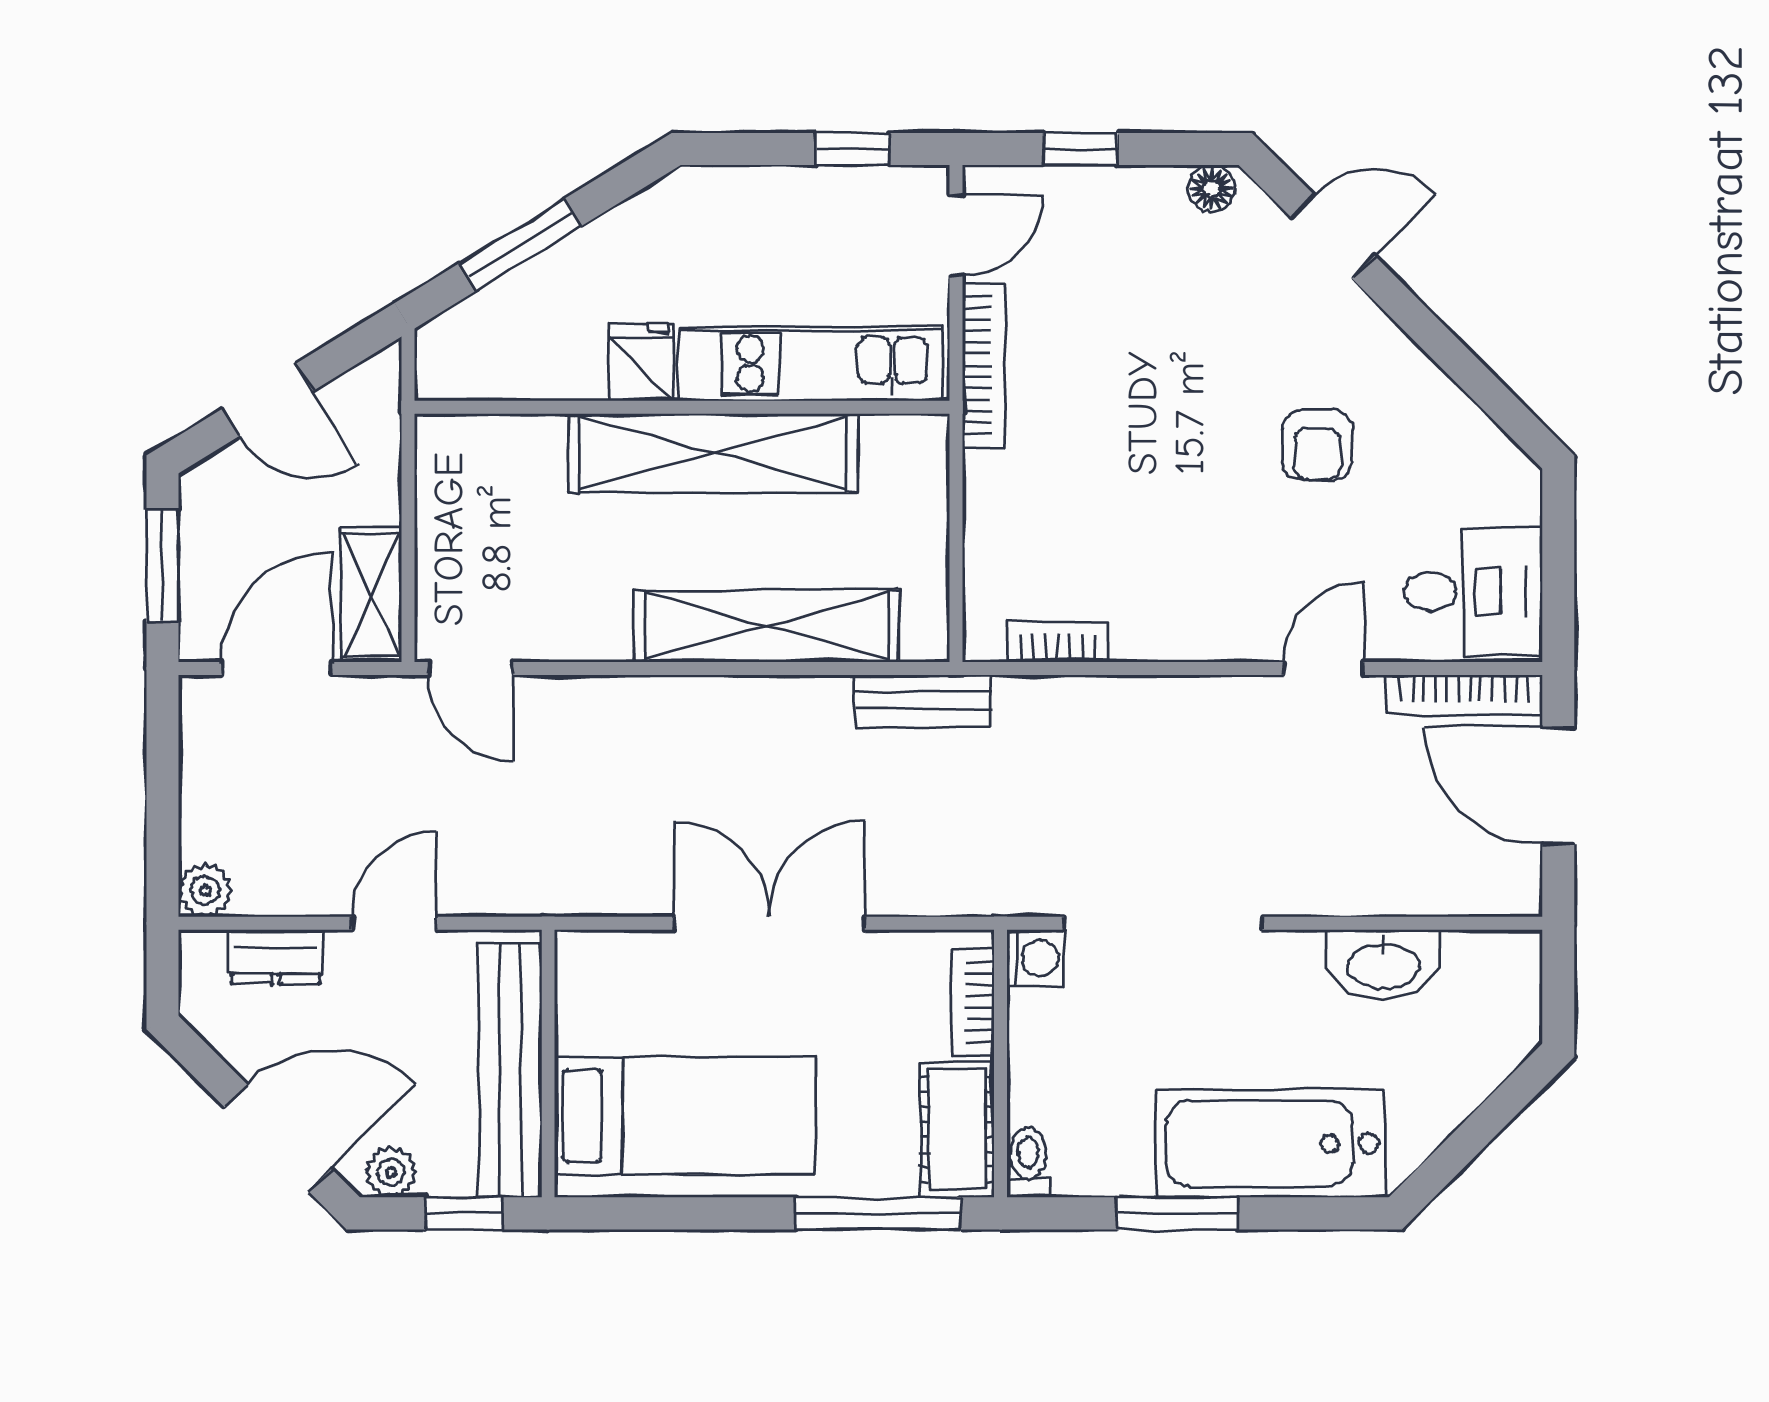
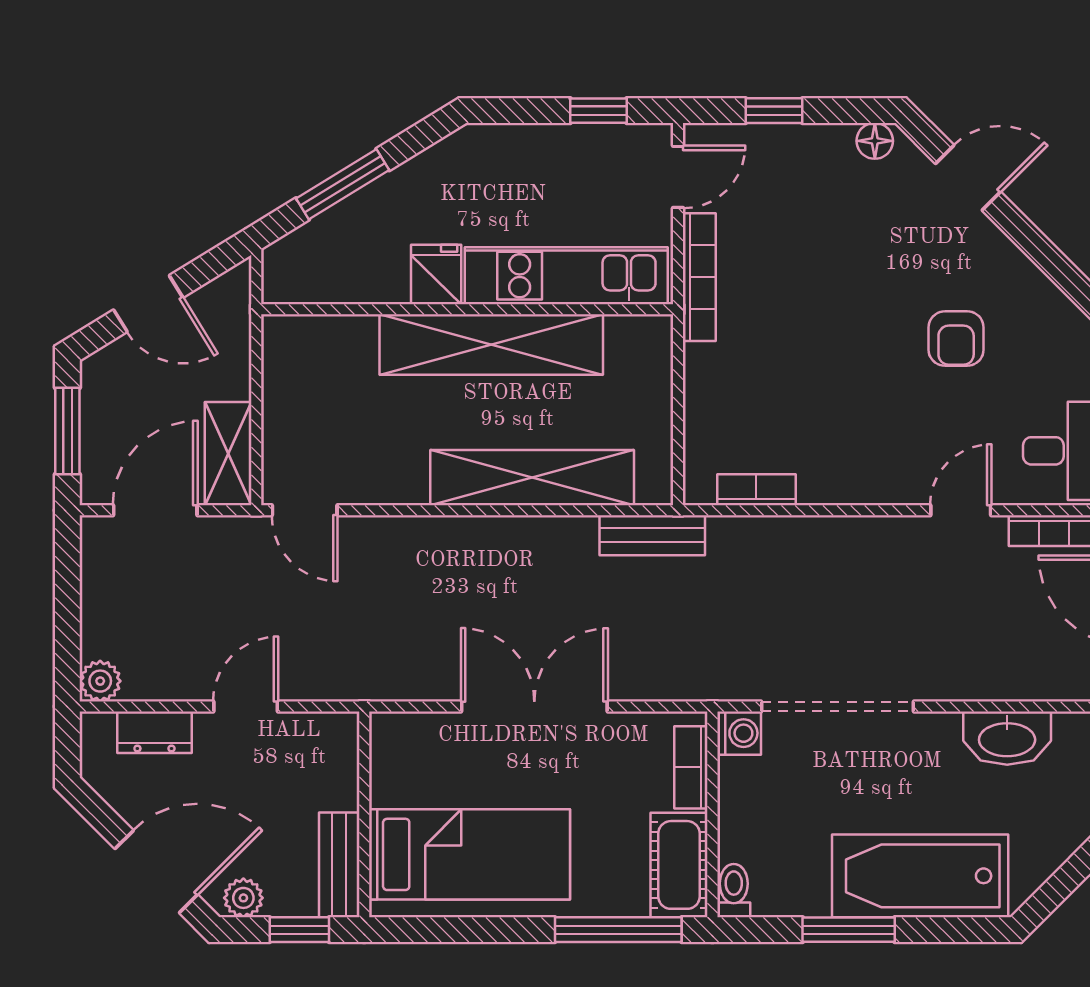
bench: (510, 1070) -> (339, 865), width x0.54, depth x0.82

